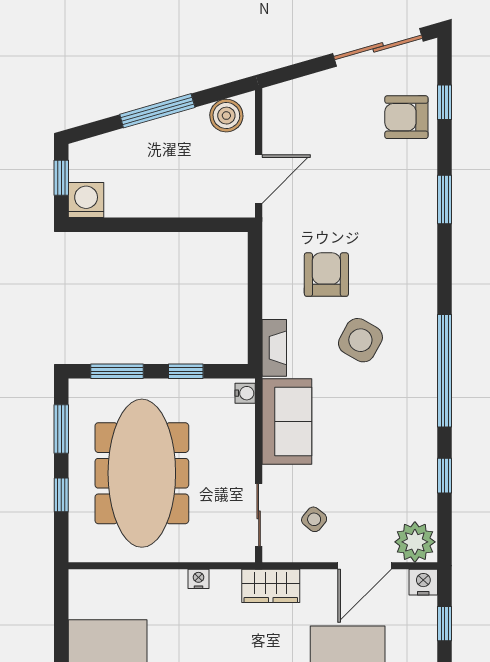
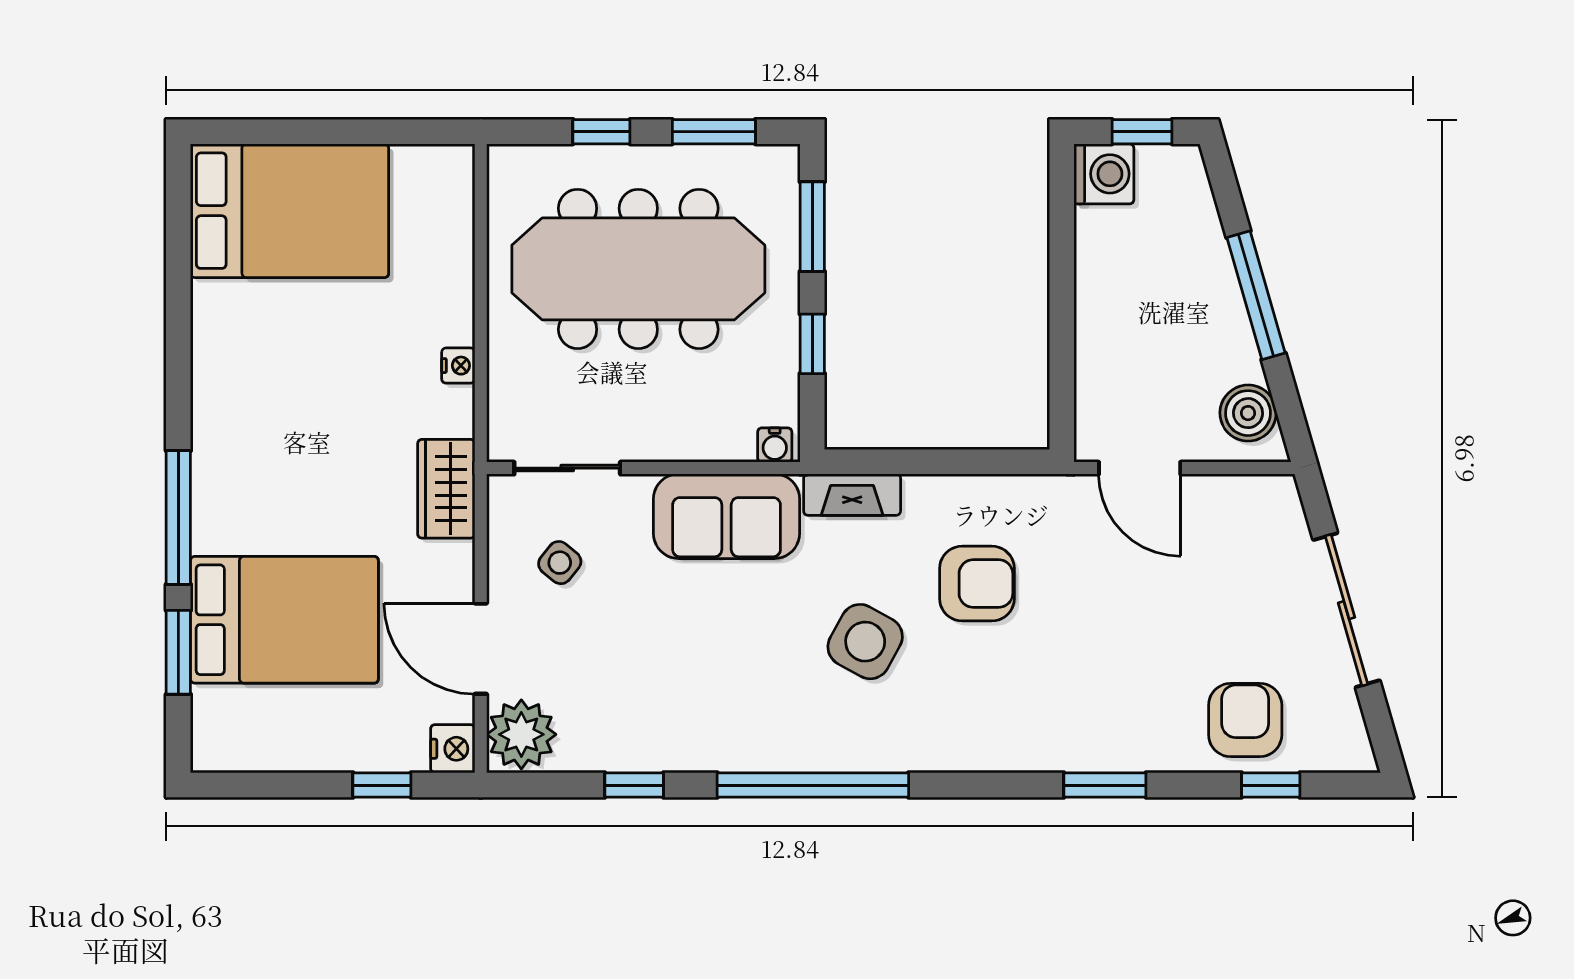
sliding door: (378, 47) -> (1346, 610), moved

